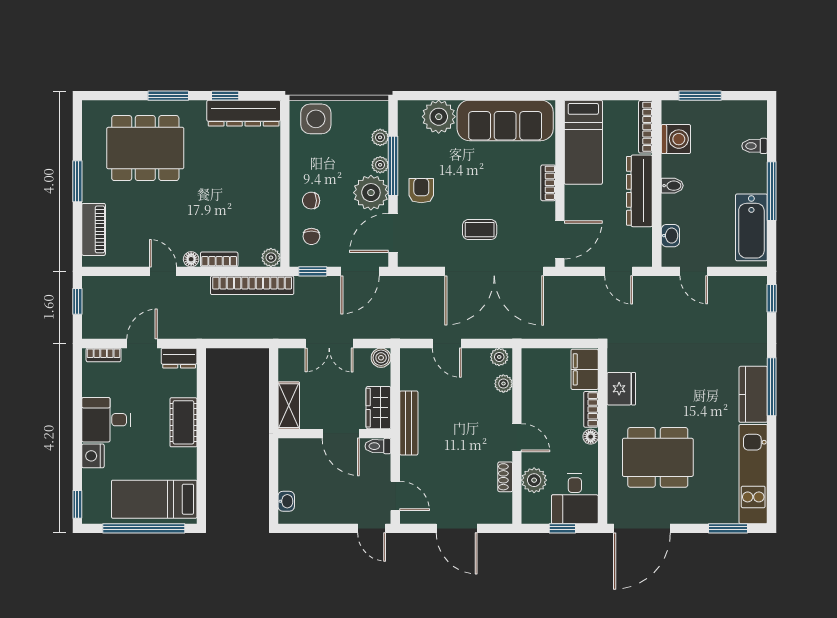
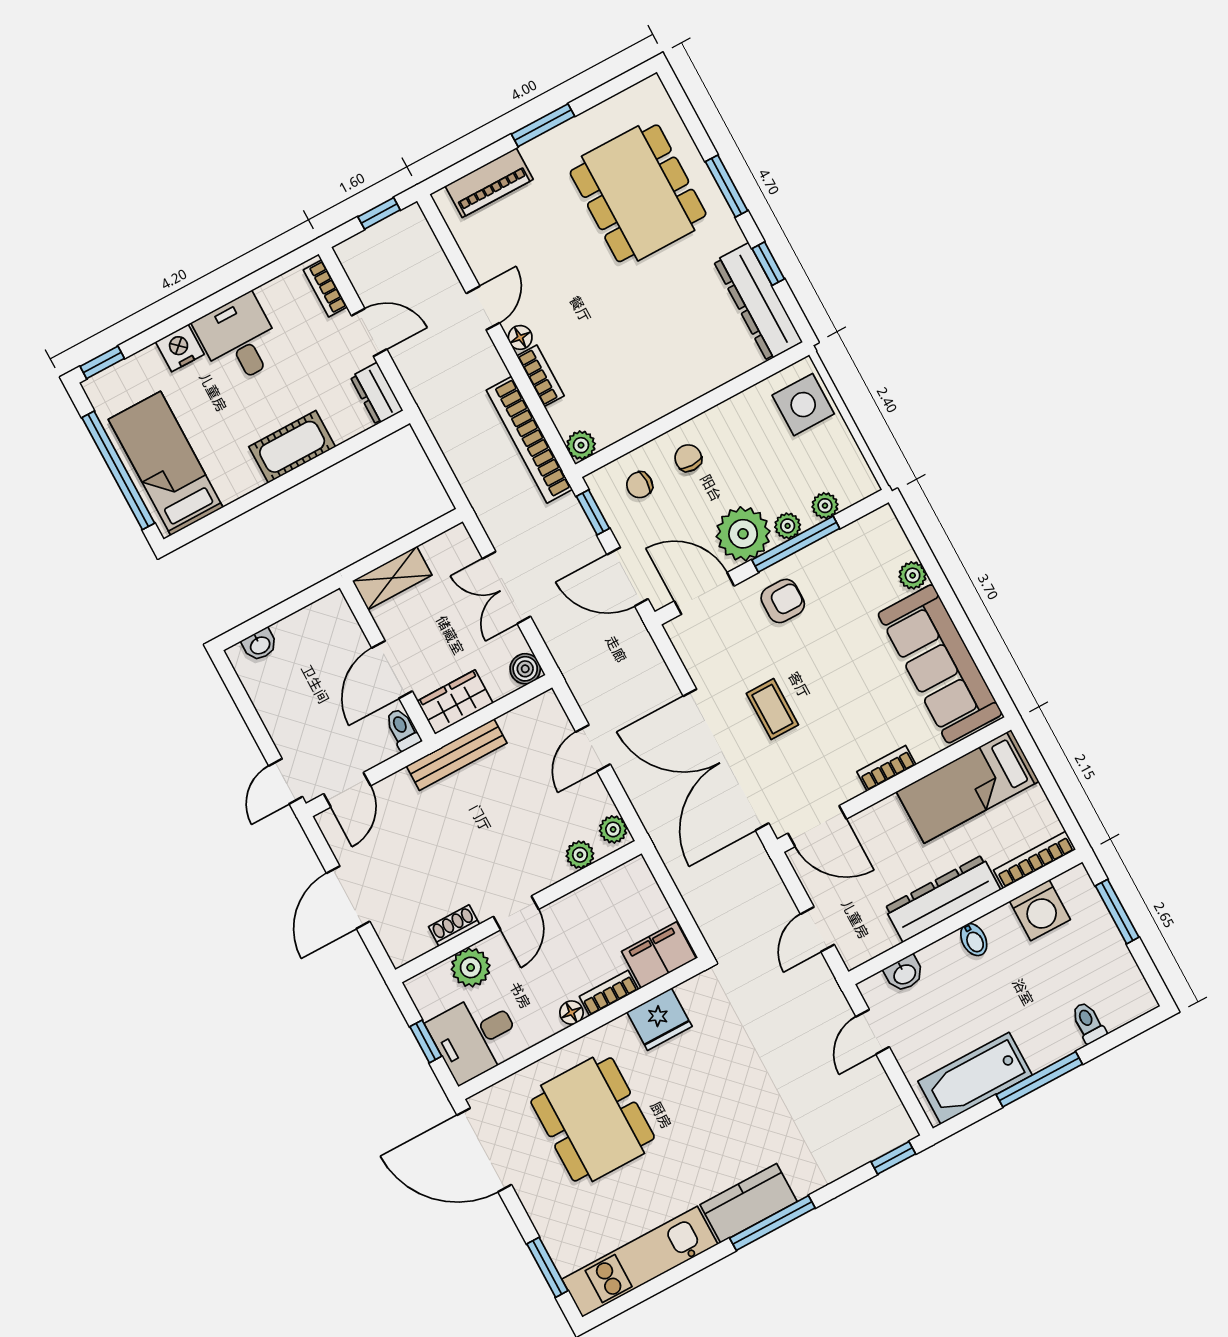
plant: (439, 117) -> (913, 575), width x0.53, depth x0.53

